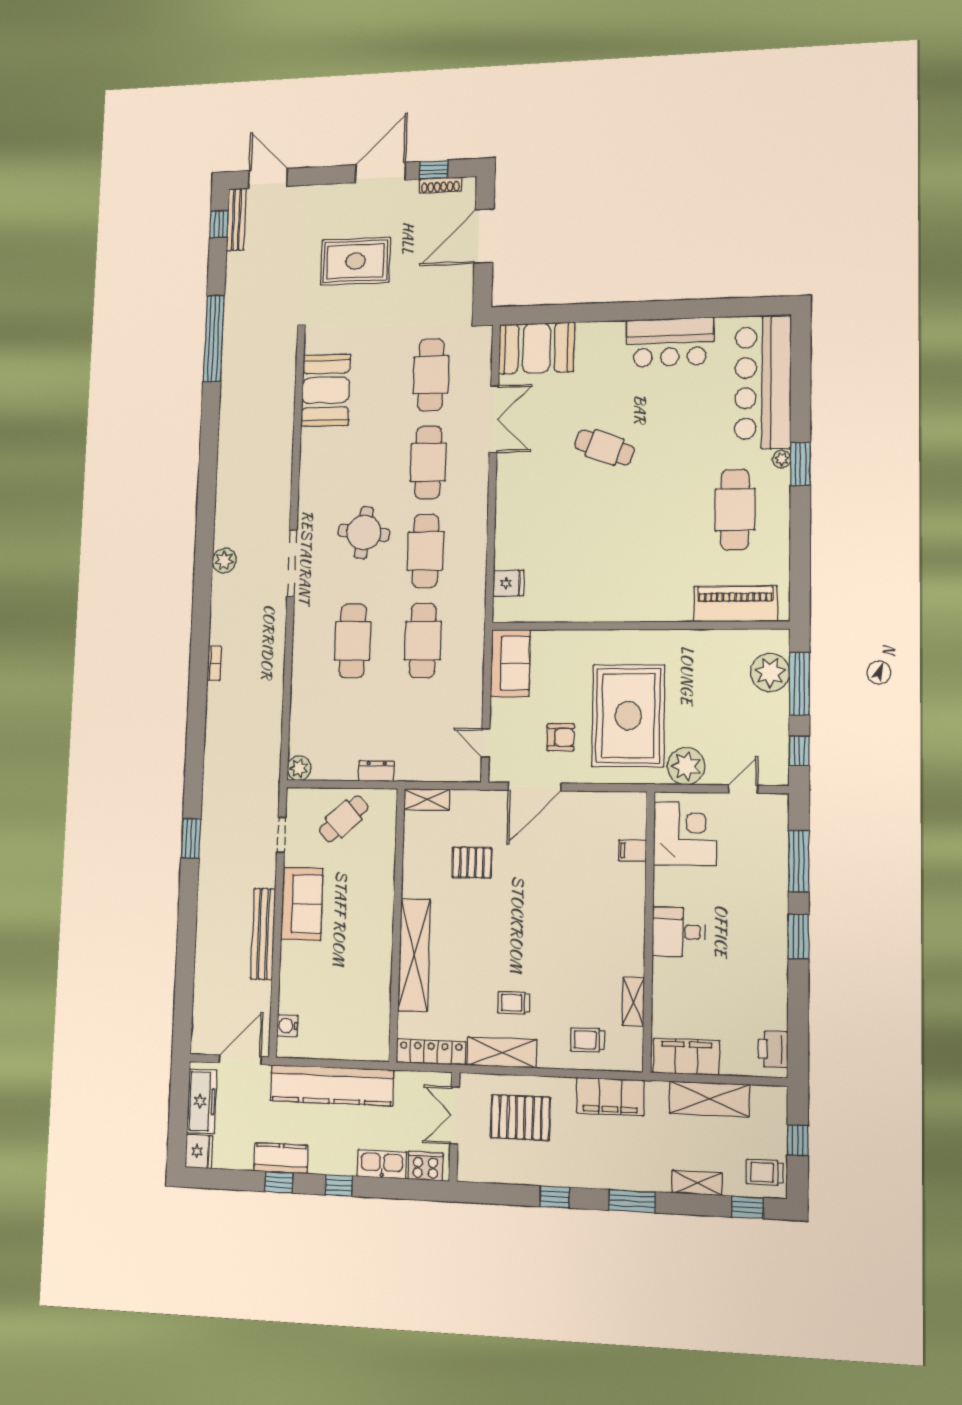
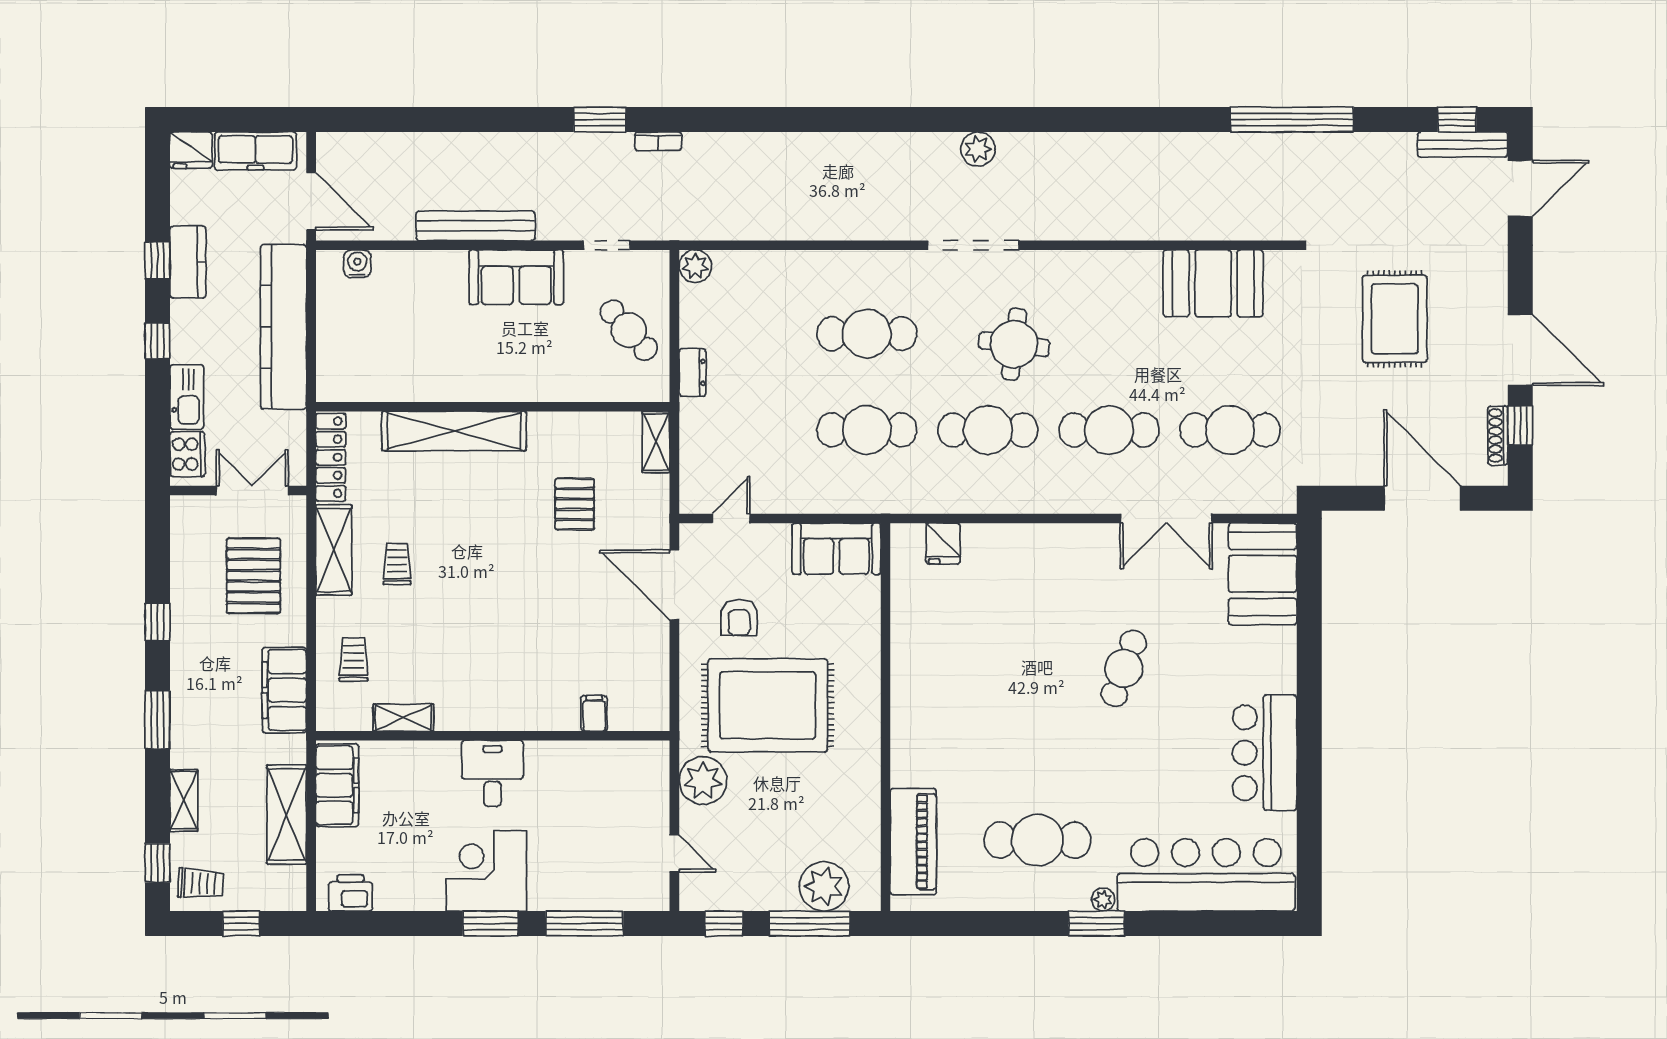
bookcase: (214, 663) -> (658, 141), moved
corner desk: (685, 834) -> (486, 871), moved, turned 180
trolley: (765, 1172) -> (201, 883), turned 93

